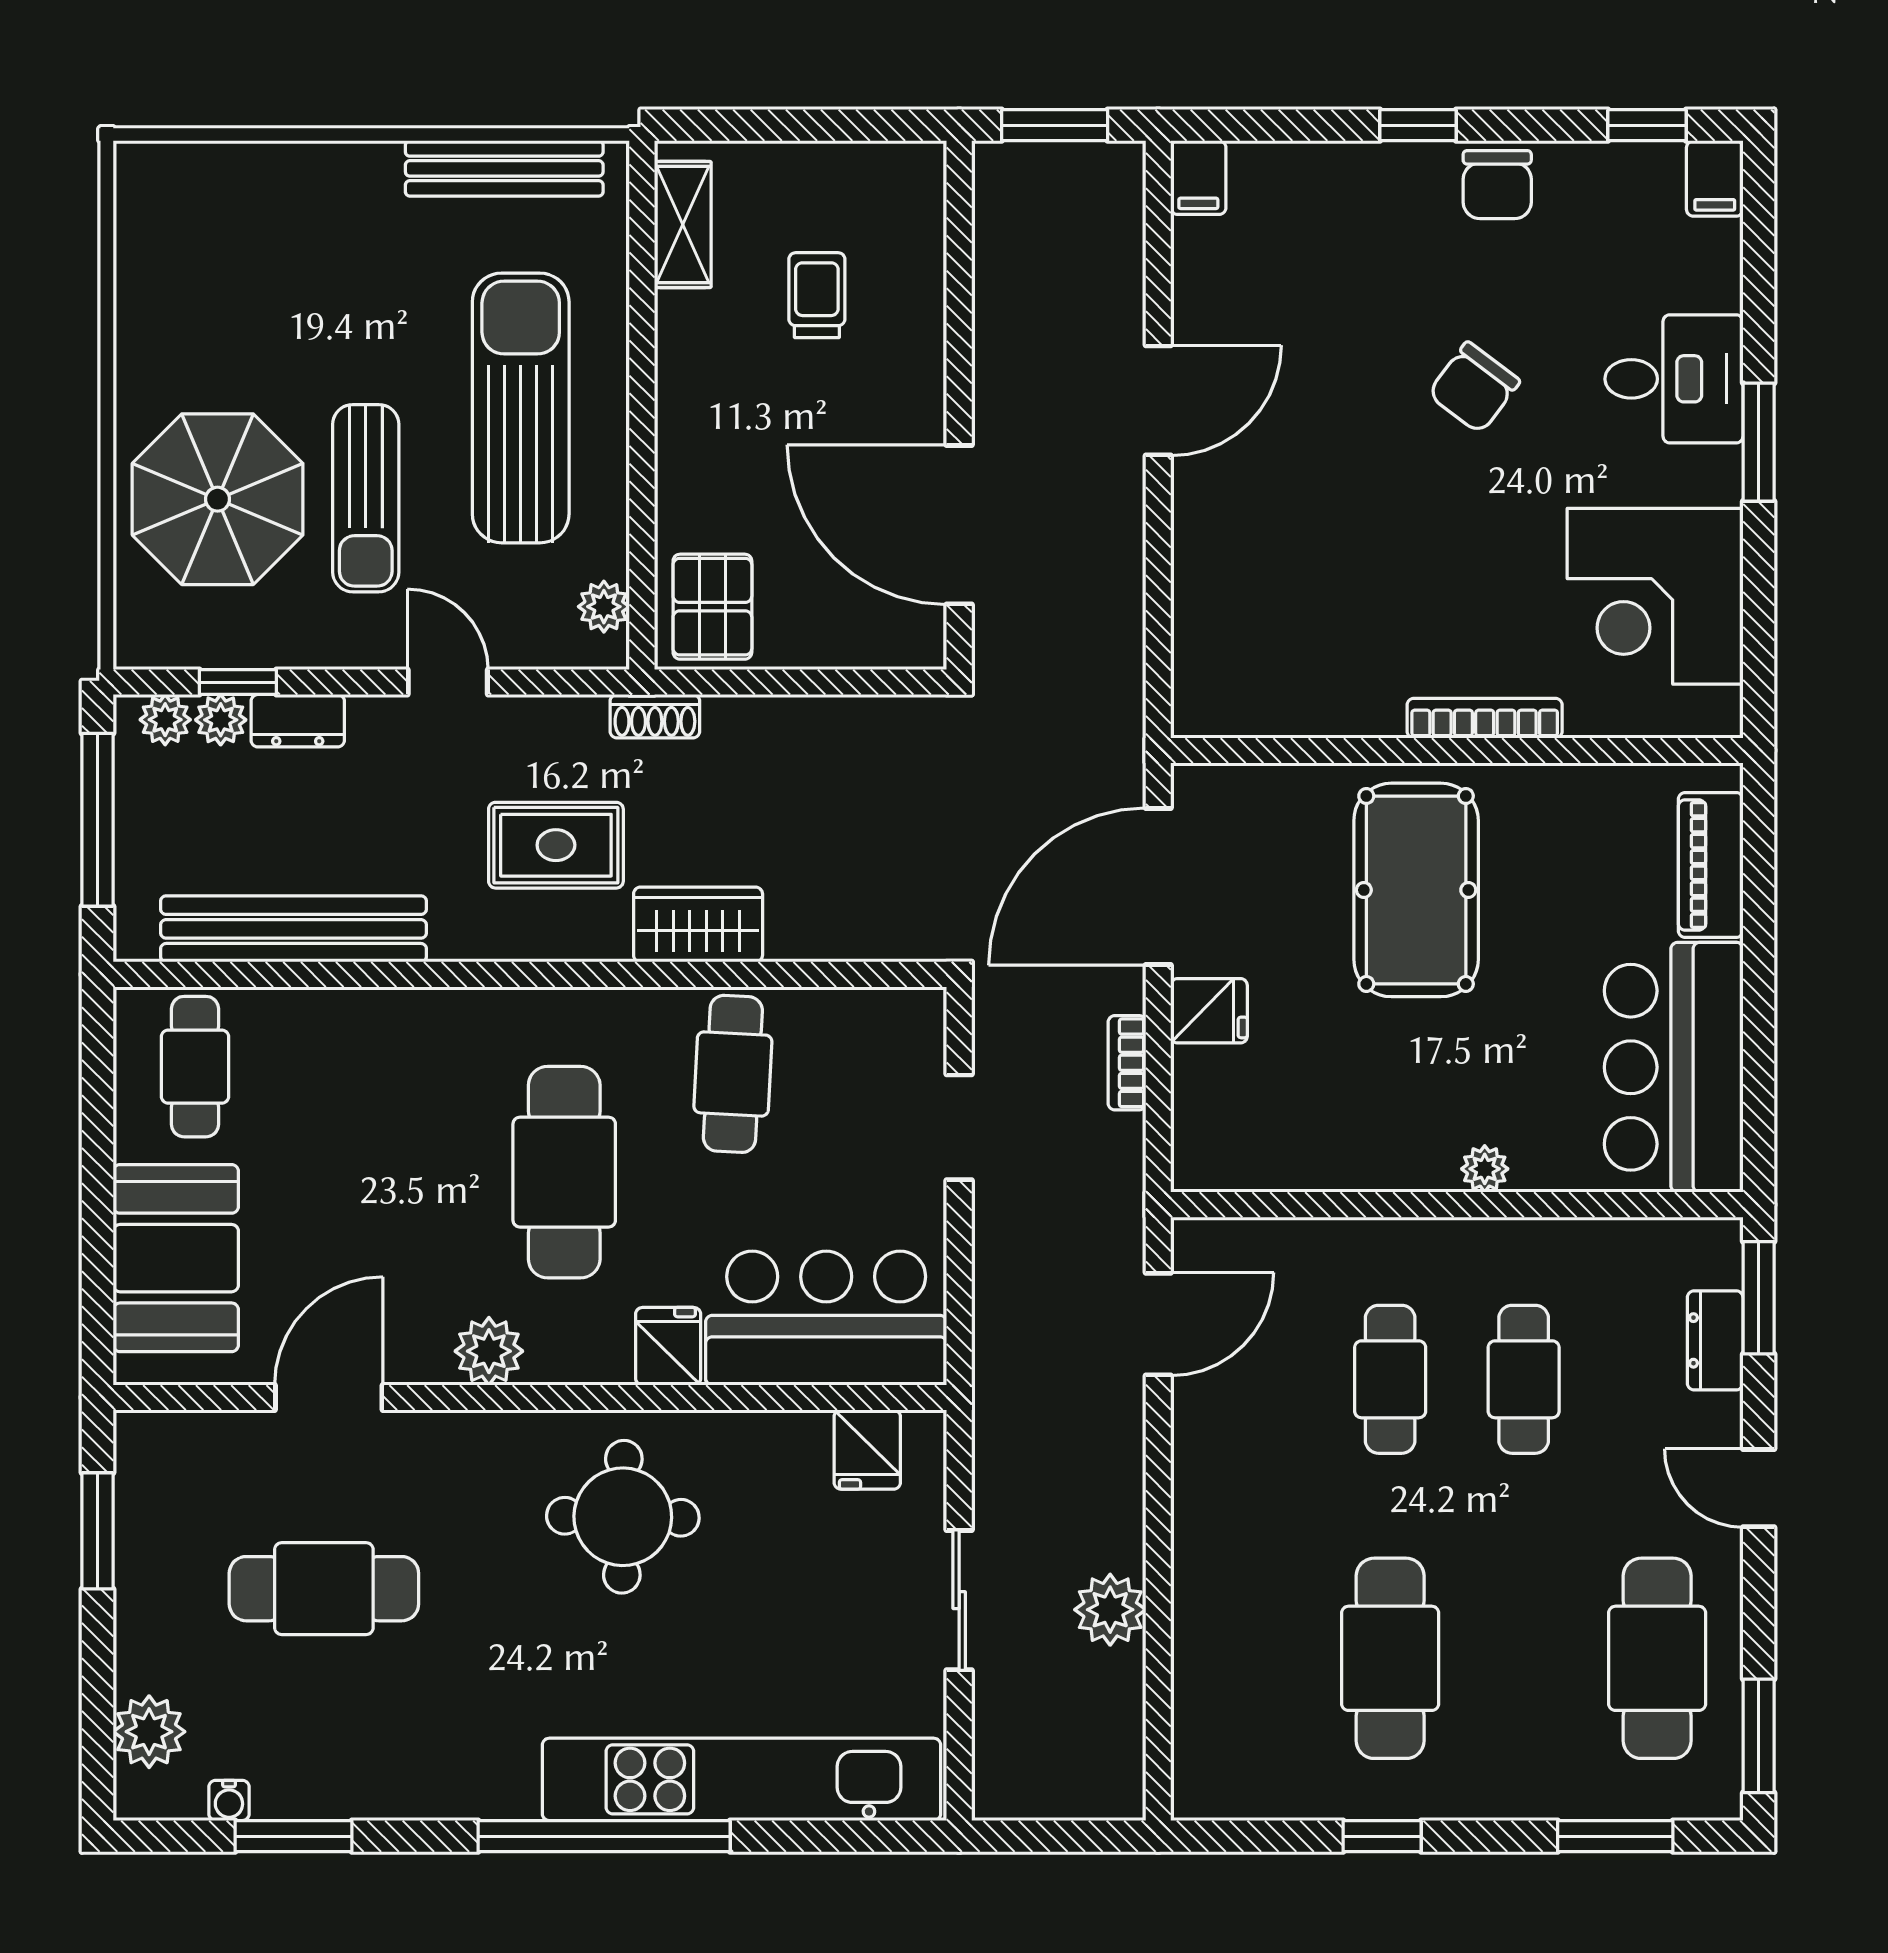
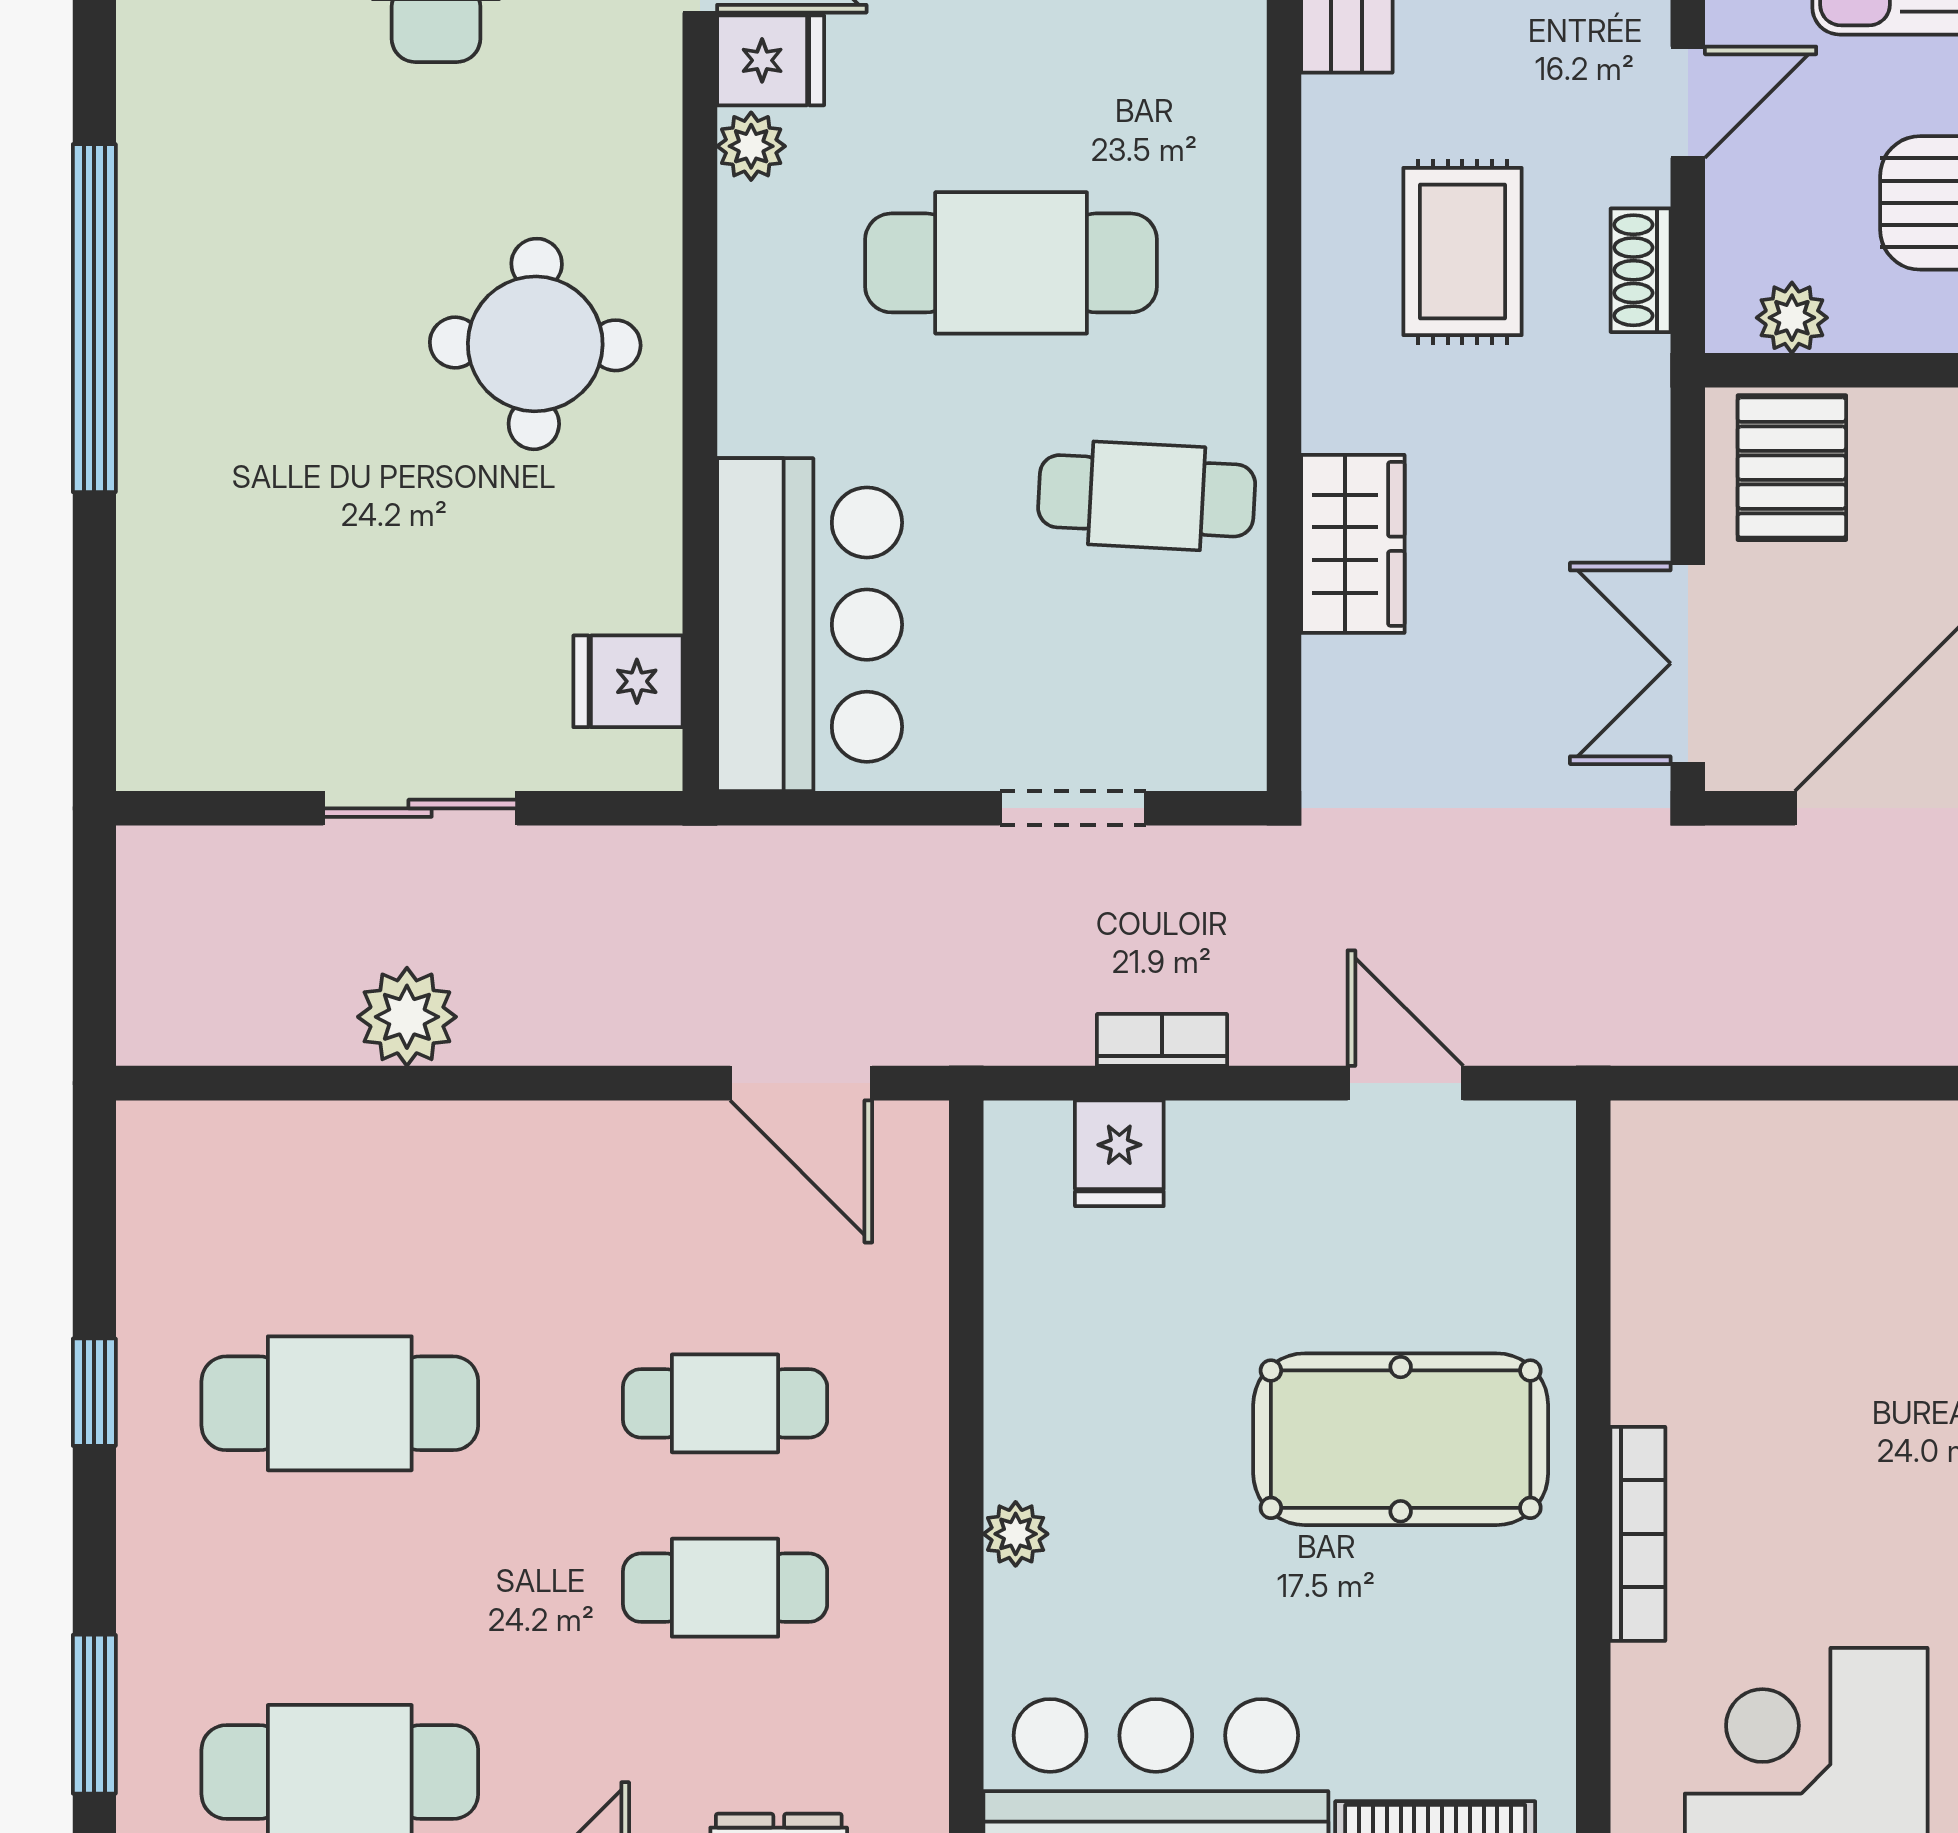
pallet: (712, 607) -> (1792, 468), turned 90
double door: (854, 682) -> (1688, 663), added
shoe rack: (655, 716) -> (1641, 270), moved
door: (1158, 886) -> (1405, 1083), width x0.53
wardrobe: (698, 925) -> (1353, 544), moved
fridge: (1209, 1011) -> (1119, 1153), moved
fridge: (668, 1346) -> (771, 60), moved
plant: (489, 1351) -> (751, 146), width x0.73, depth x0.73
kitchen unit: (742, 1779) -> (173, 508), removed

